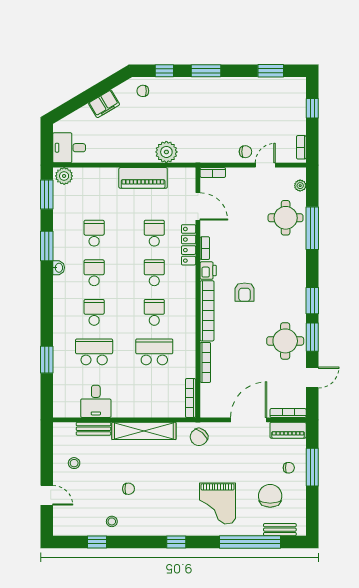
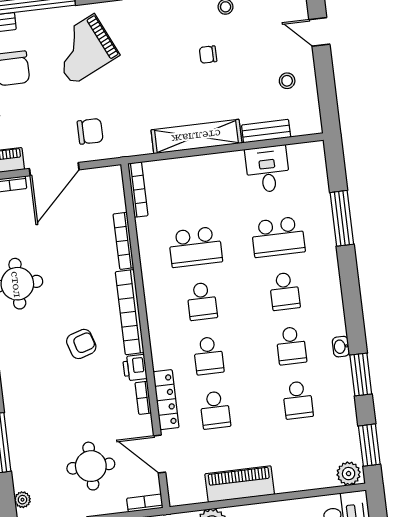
round table: (286, 218) -> (91, 466), moved
armchair: (245, 292) -> (81, 344), turned 73
window: (47, 360) -> (342, 218), width x1.44
chair: (199, 437) -> (90, 131), moved, turned 49
grand piano: (218, 503) -> (83, 49), turned -115

